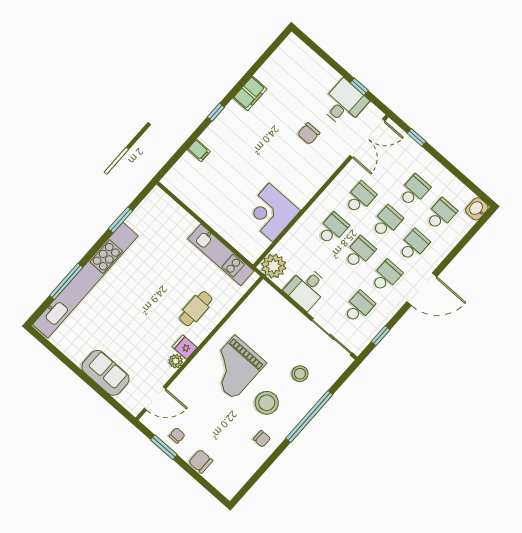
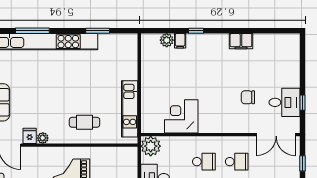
window: (216, 112) -> (196, 31), moved
plant: (187, 163) -> (167, 40), added
fridge: (185, 347) -> (30, 136), moved

